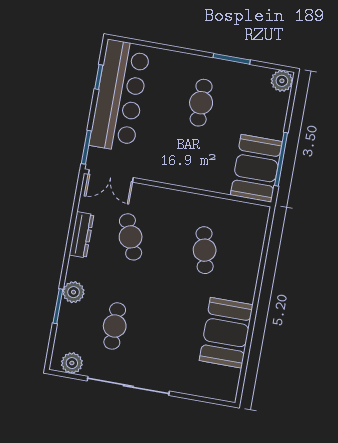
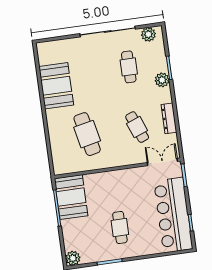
cafe table: (205, 250) -> (87, 134), width x1.37, depth x1.35

